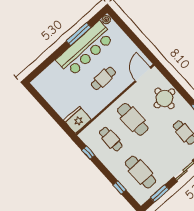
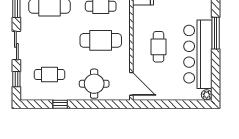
window: (79, 34) -> (216, 33), moved

